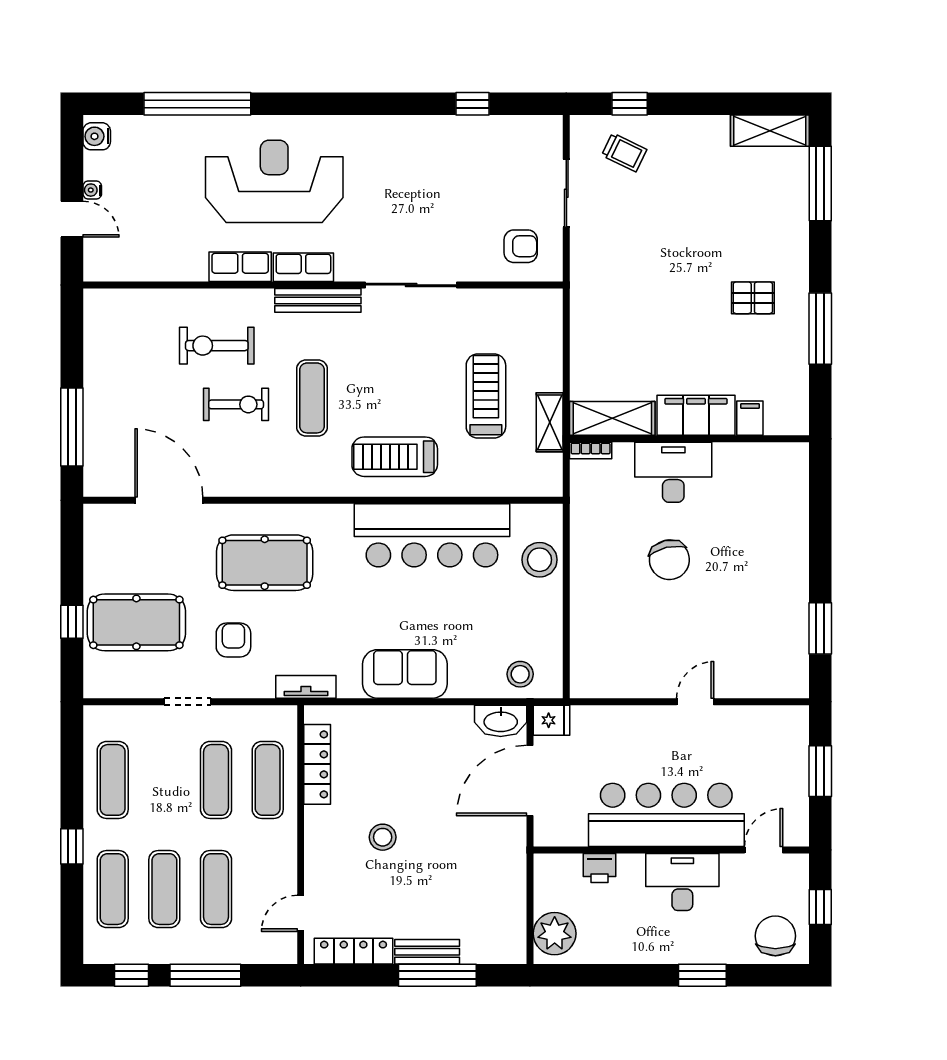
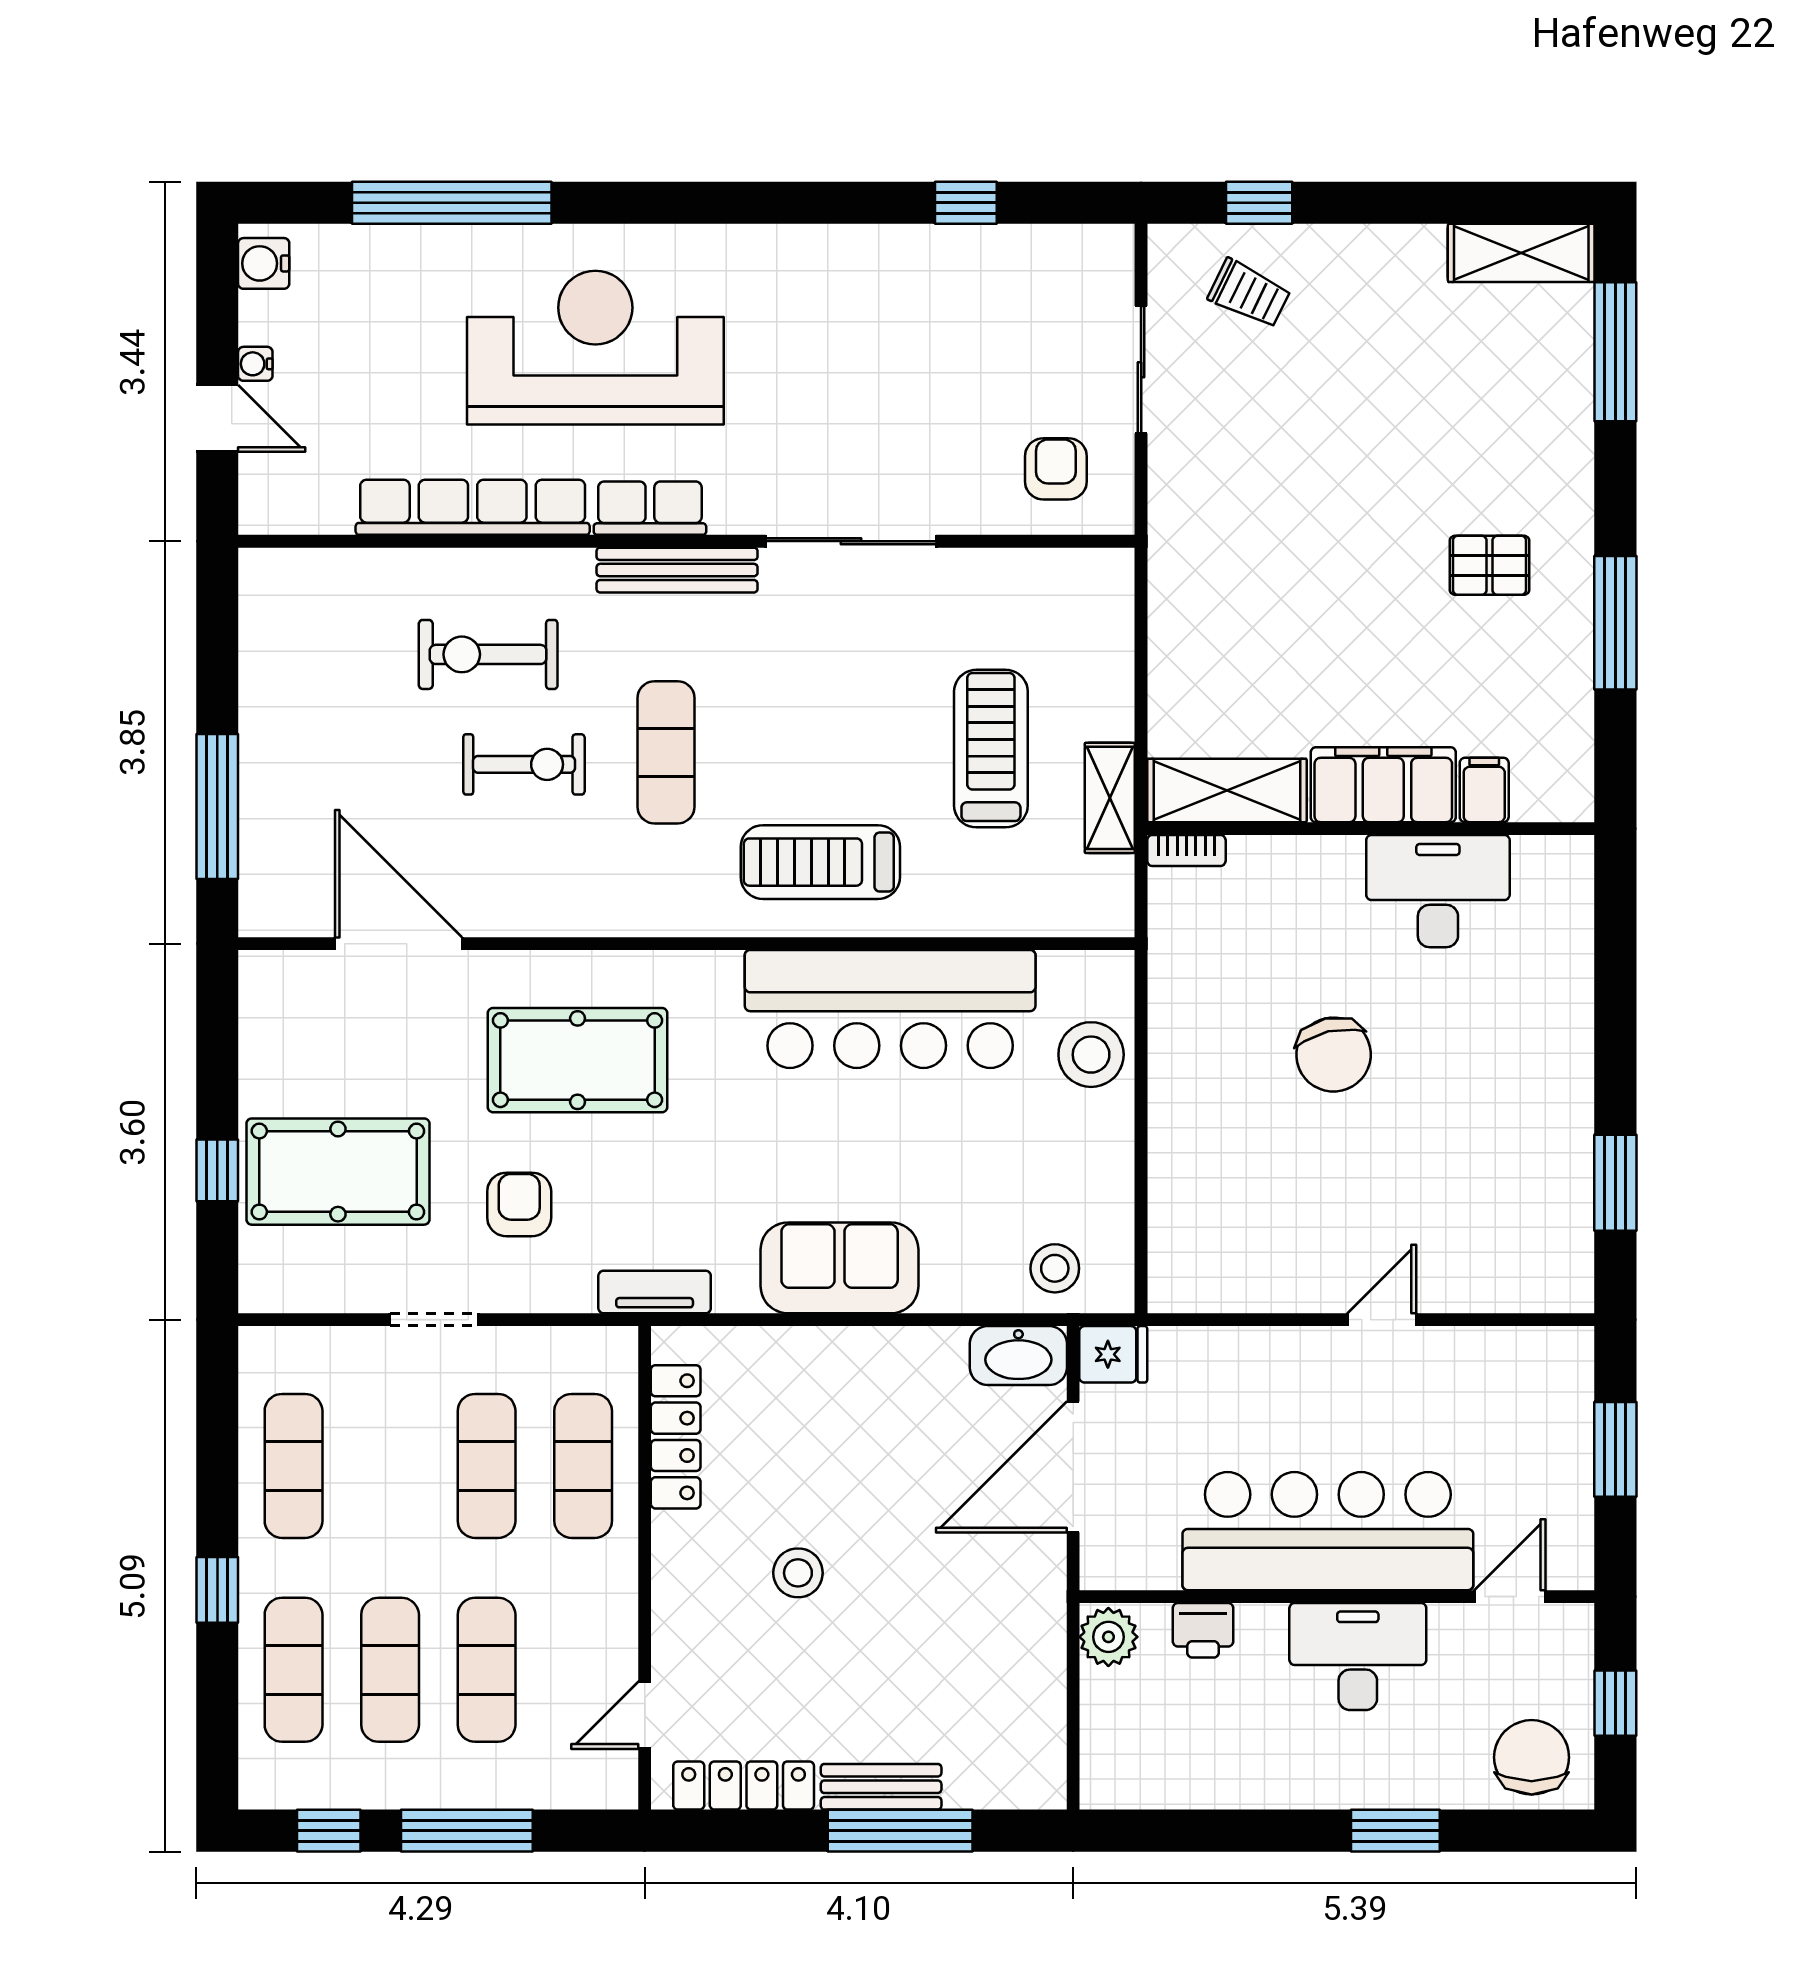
armchair: (521, 246) -> (1056, 469), turned -90
row of seats: (240, 267) -> (473, 507), width x2.02
desk: (673, 472) -> (1438, 891), moved
plant: (555, 934) -> (1108, 1637), moved, width x0.73, depth x0.73

